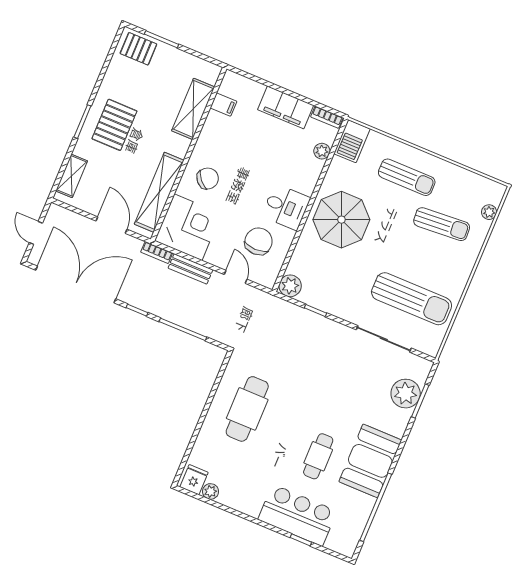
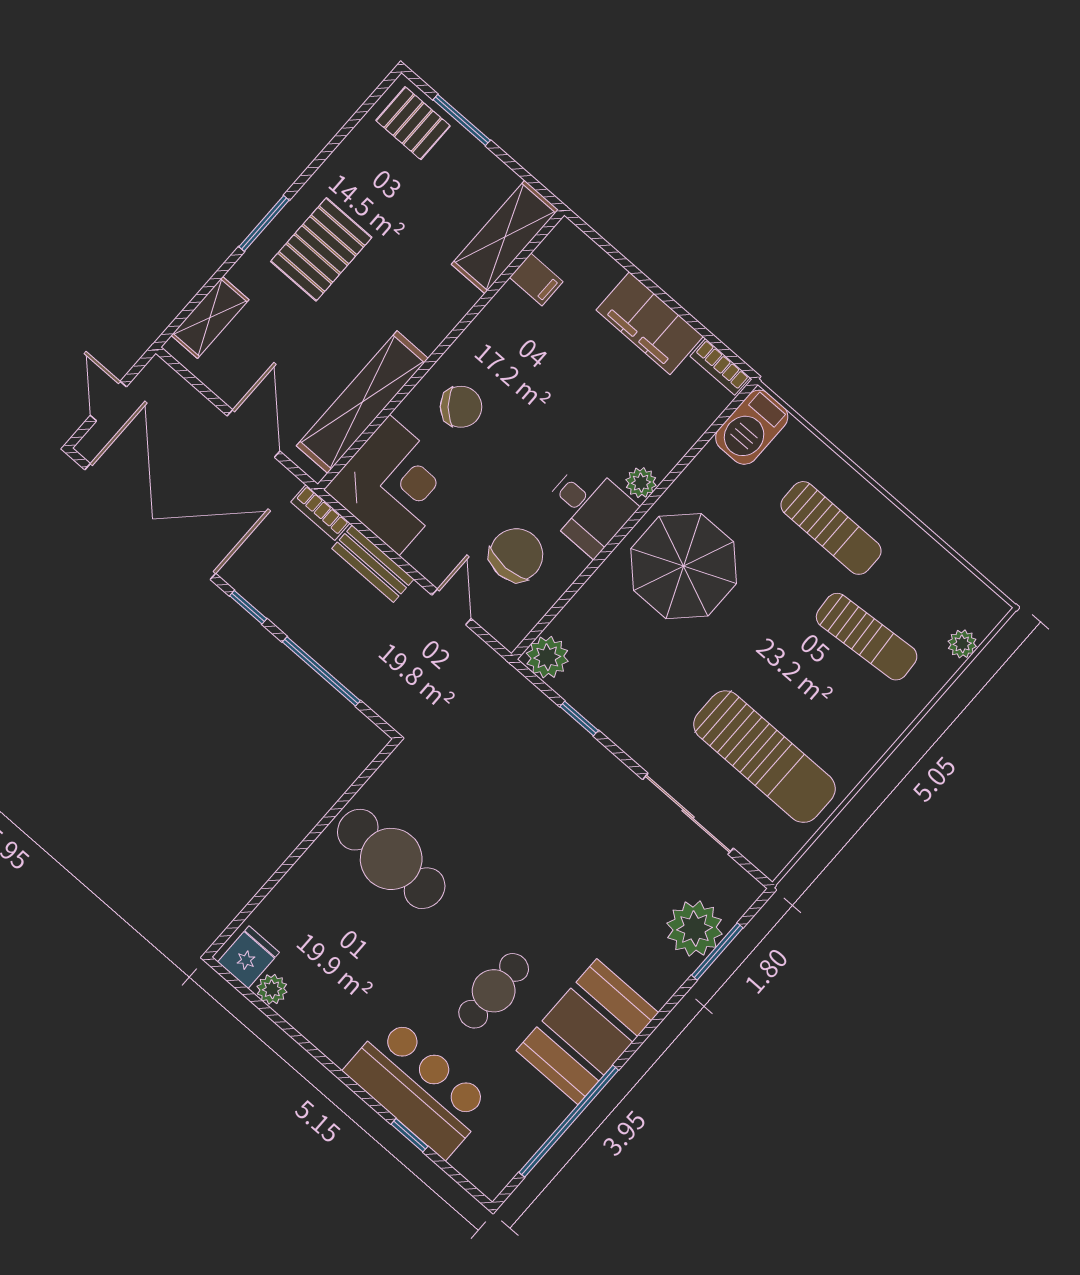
shelving: (193, 109) -> (505, 237), moved
plant: (322, 151) -> (641, 483), moved
cafe table: (247, 409) -> (391, 859), turned 90

